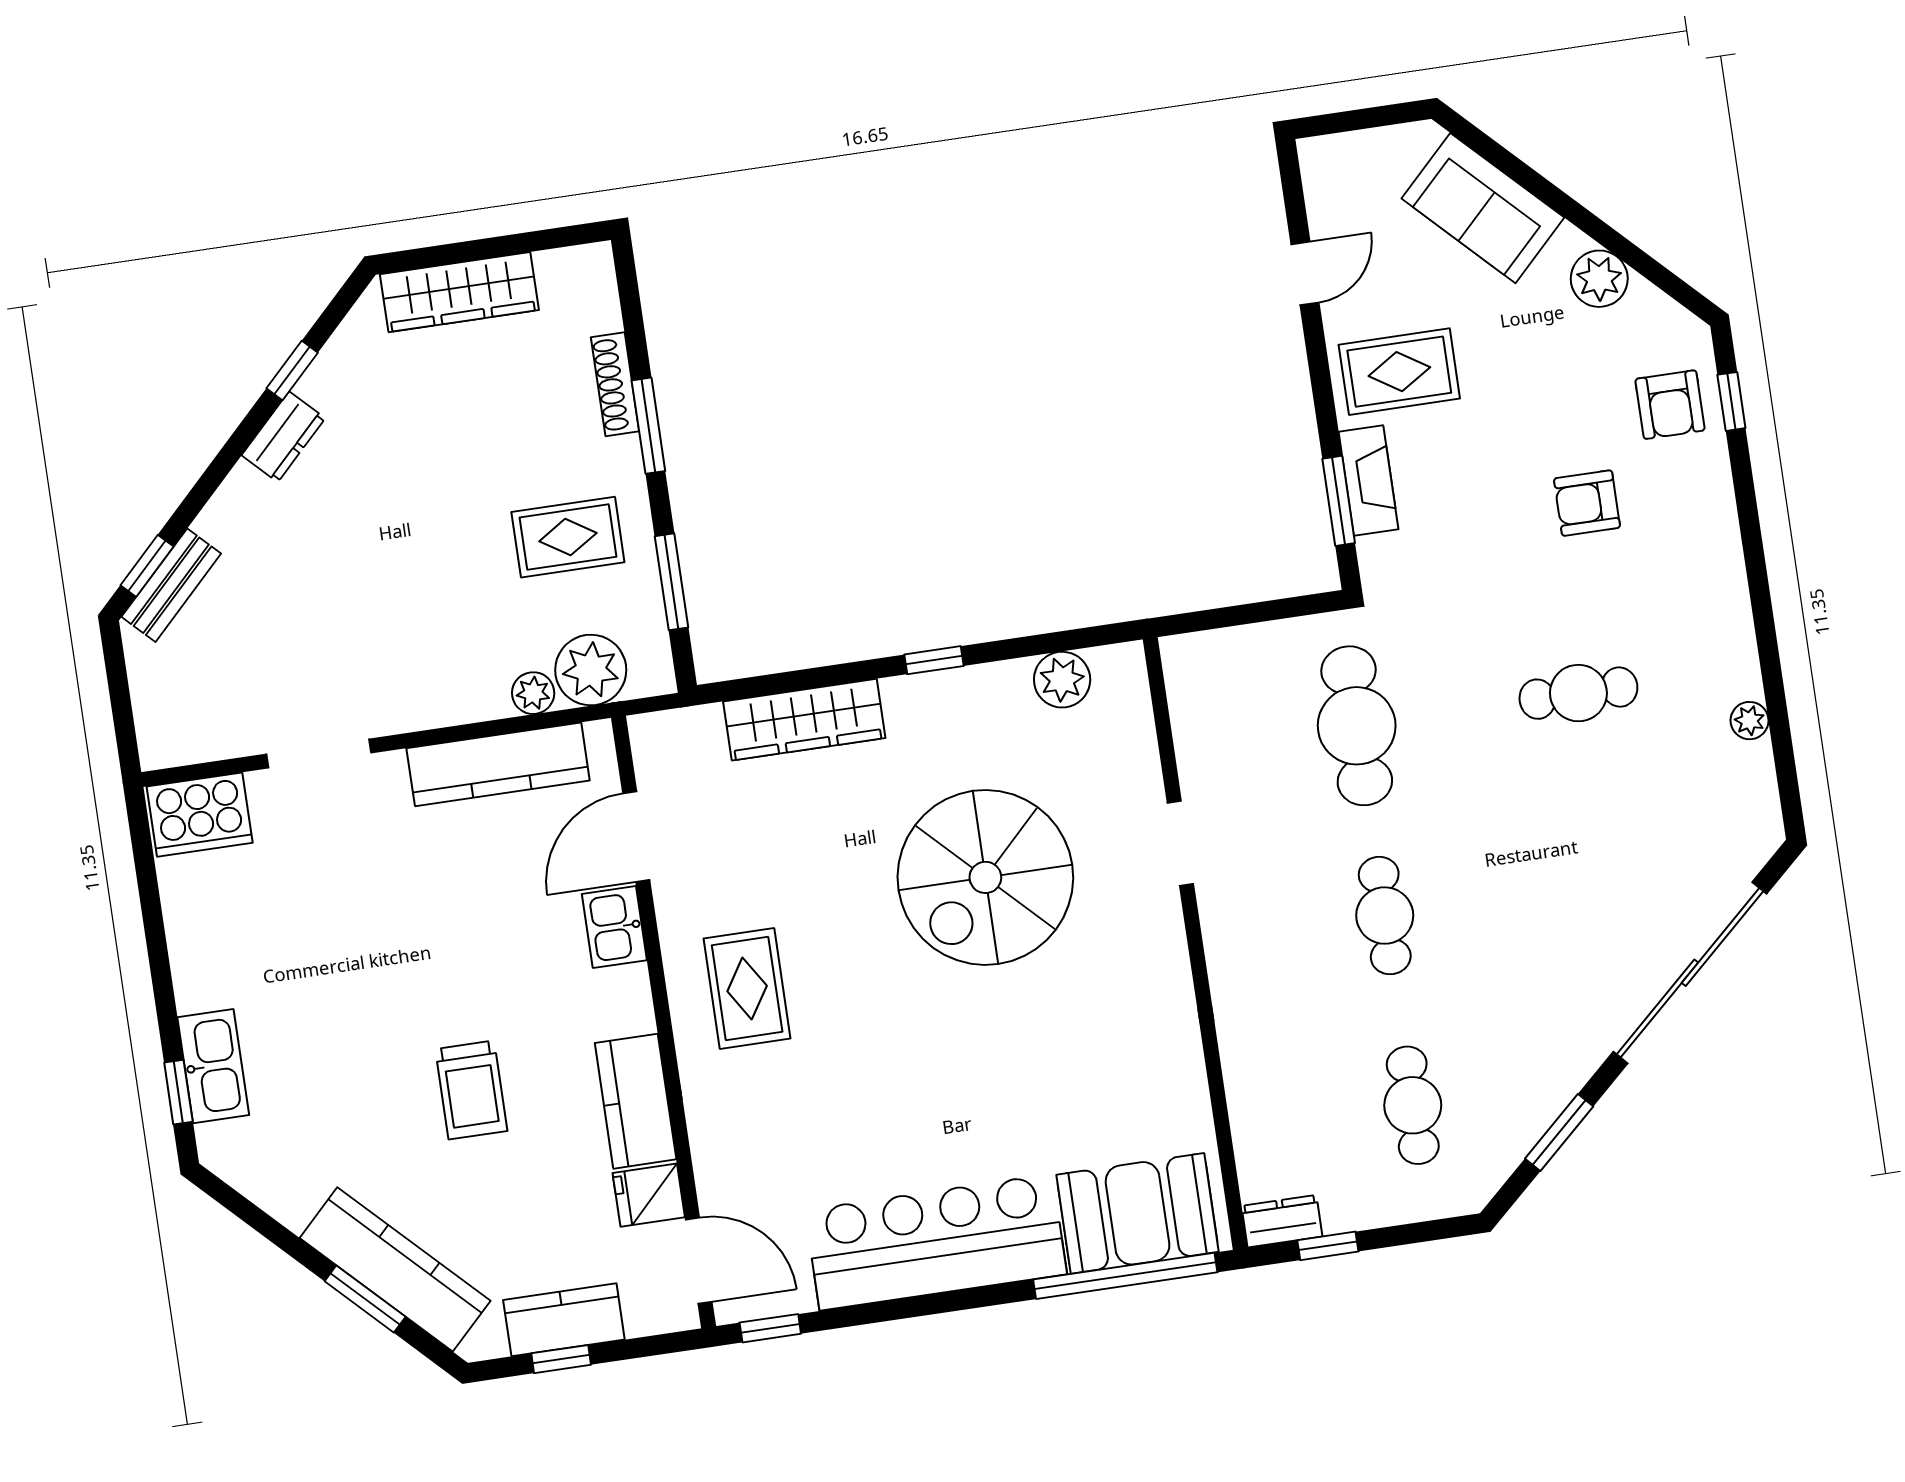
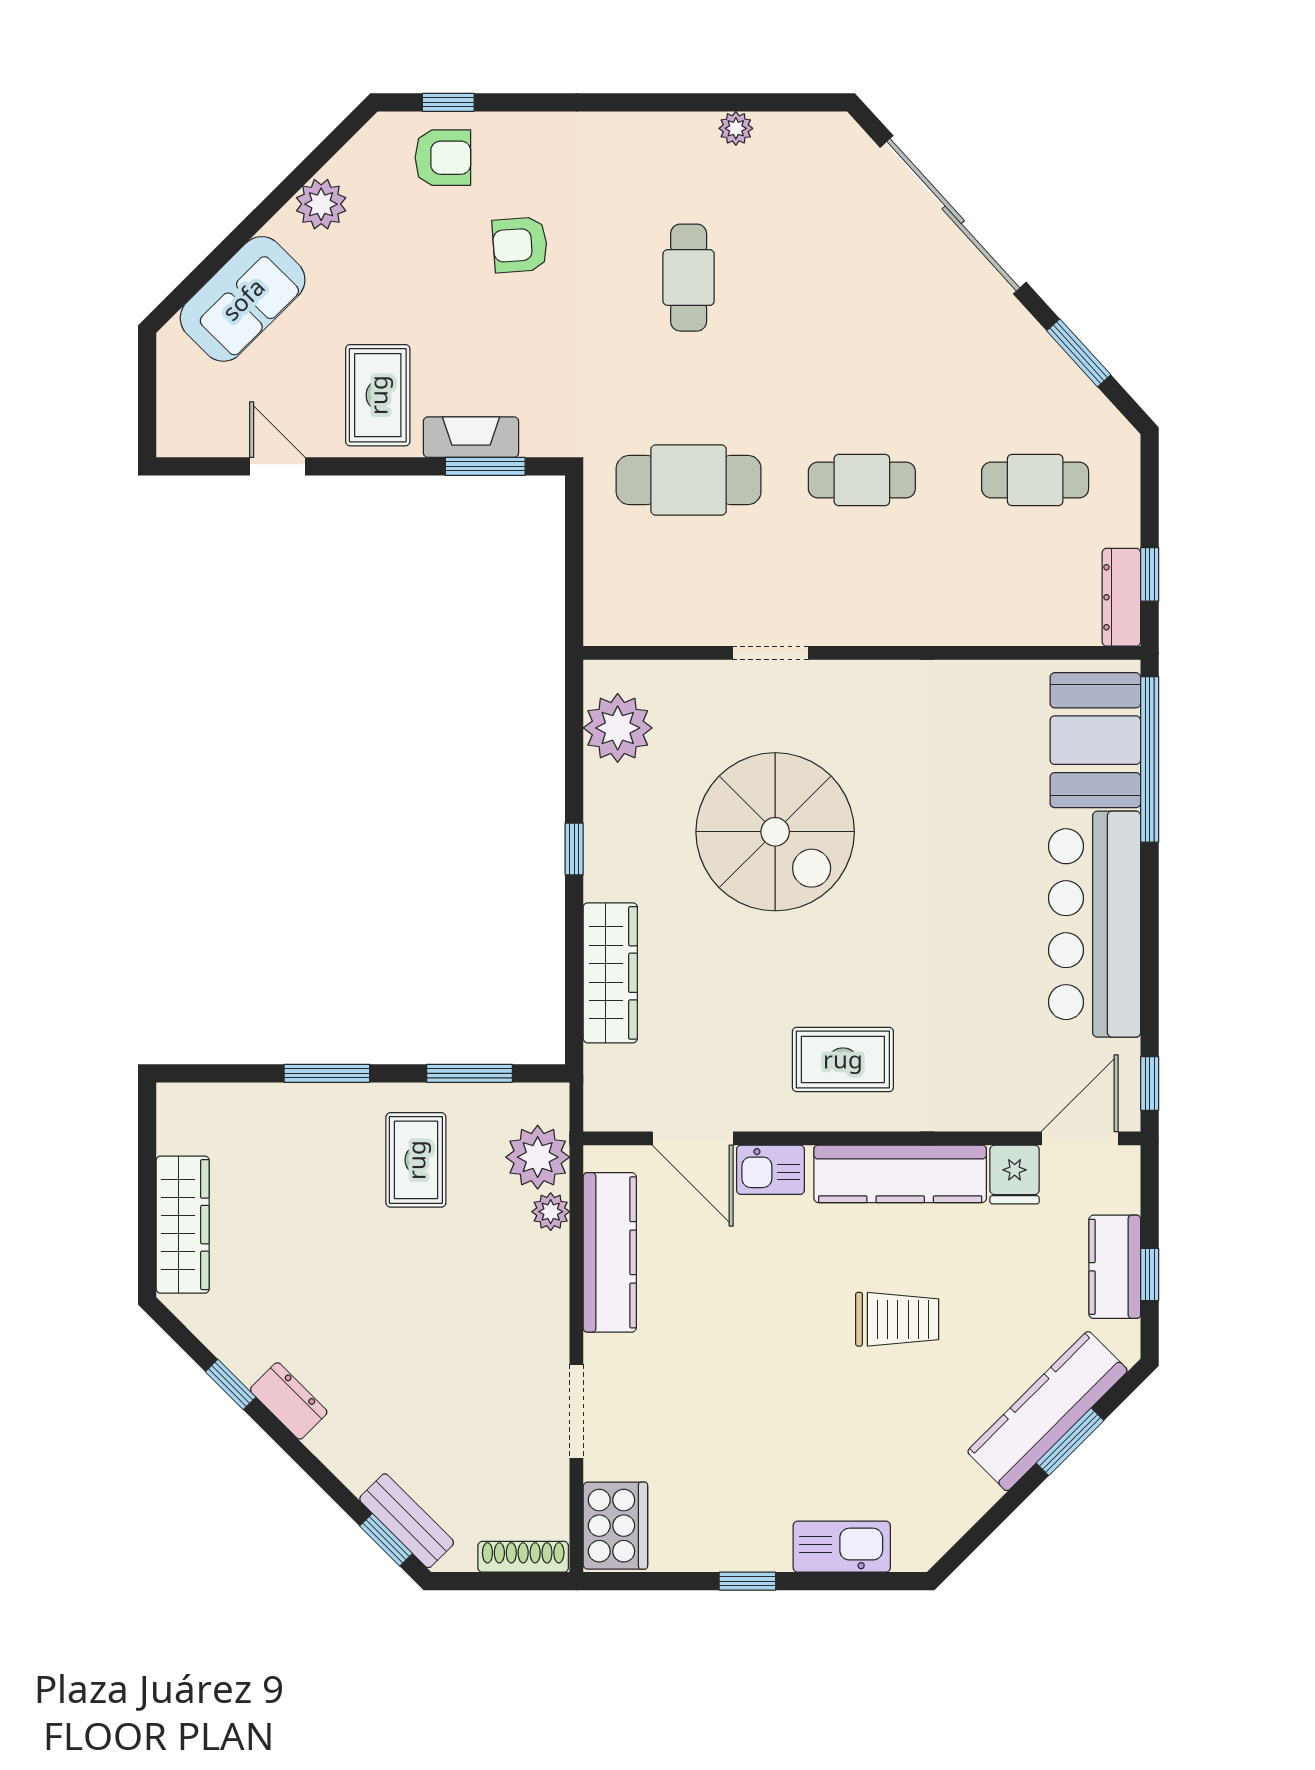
shoe rack: (615, 384) -> (523, 1557), moved, turned 180
armchair: (1587, 503) -> (520, 245), turned 86
plant: (1062, 680) -> (618, 728), width x1.36, depth x1.36
window: (178, 1092) -> (747, 1581), moved
kitchen counter: (636, 1101) -> (900, 1174), width x1.50
dresser: (1282, 1221) -> (1121, 597), width x1.44

